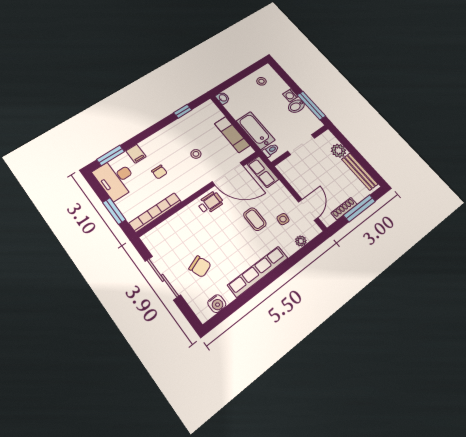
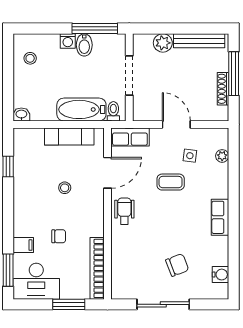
door: (228, 174) -> (107, 173), width x0.73
door: (308, 210) -> (176, 124), moved
row of seats: (258, 272) -> (220, 217), width x0.50

